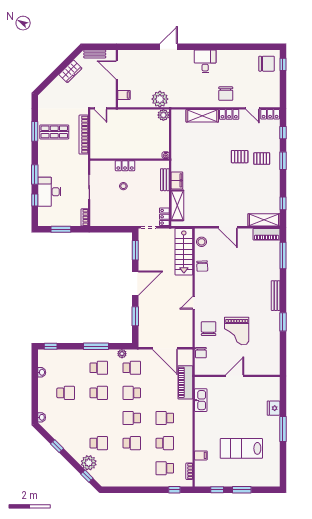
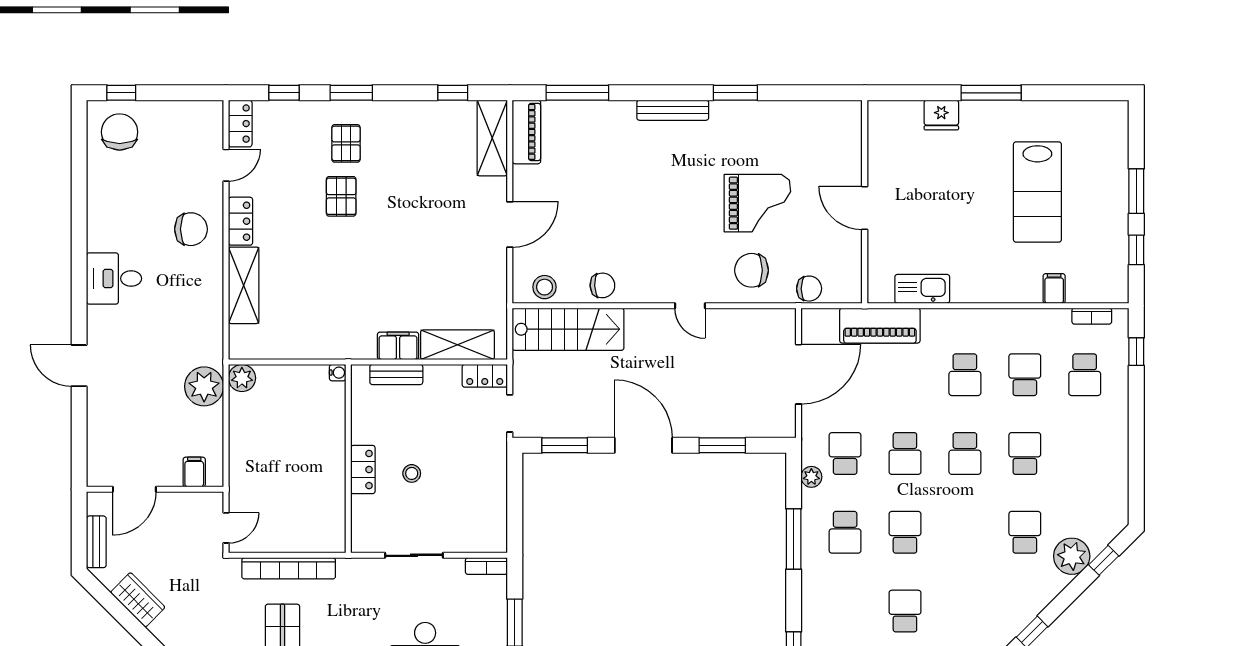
school desk: (99, 368) -> (845, 532), turned 180

